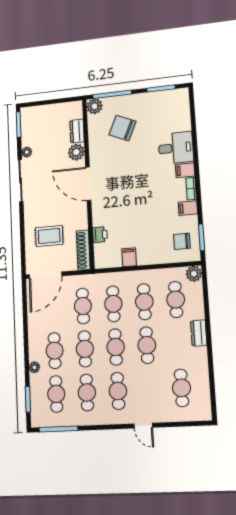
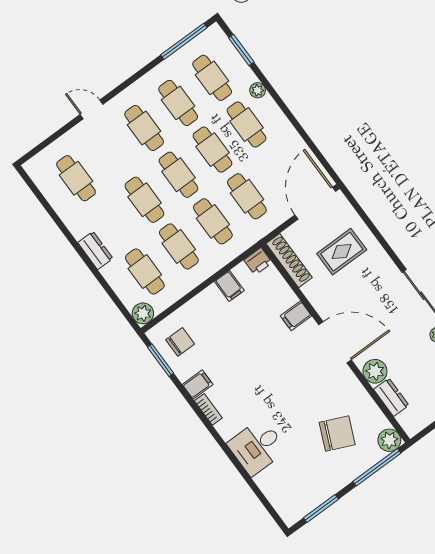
filing cabinet: (185, 170) -> (296, 316), moved, turned 180
printer: (100, 235) -> (258, 261), moved, turned -90

